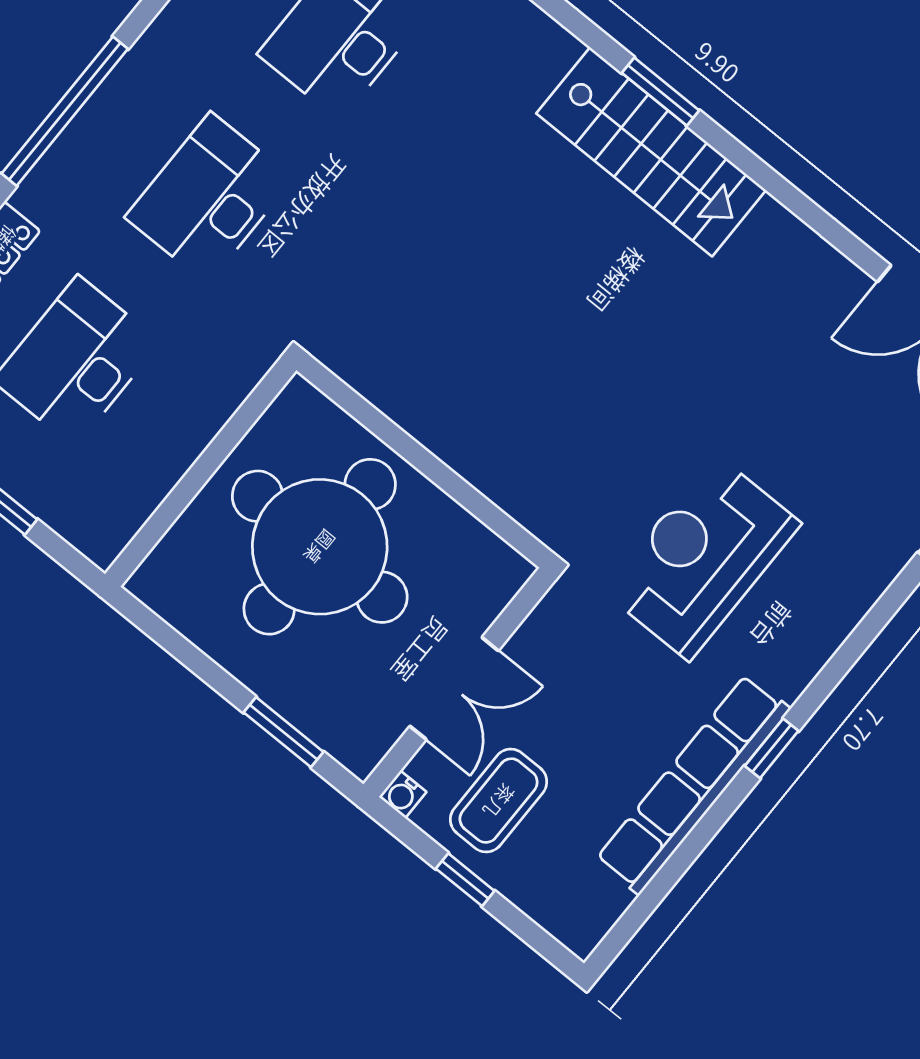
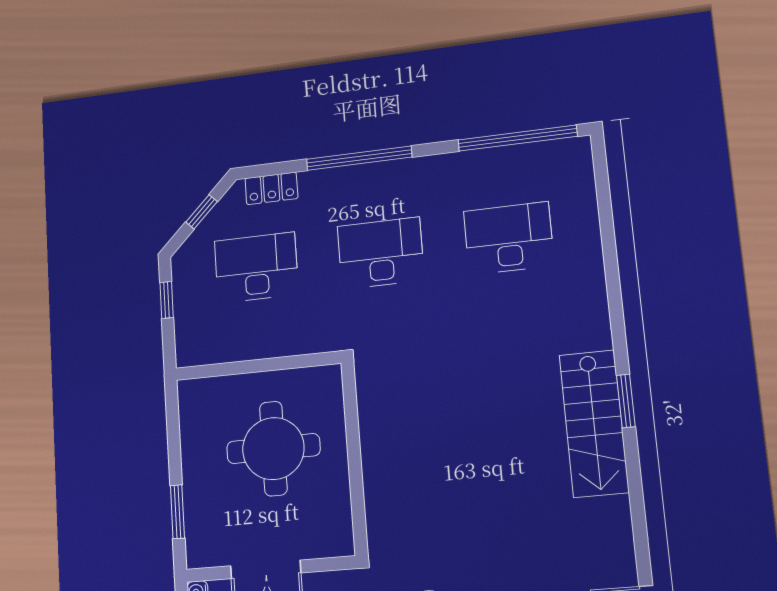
round table: (320, 547) -> (273, 449), width x0.73, depth x0.73

